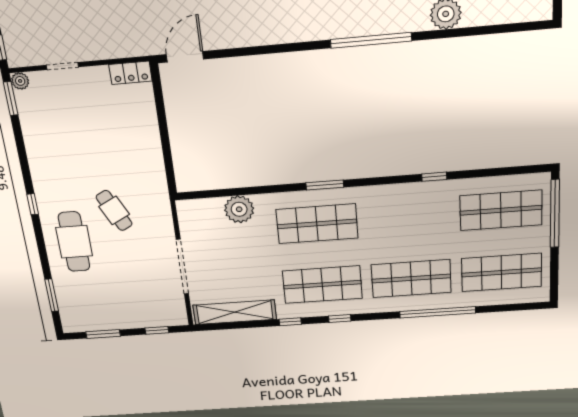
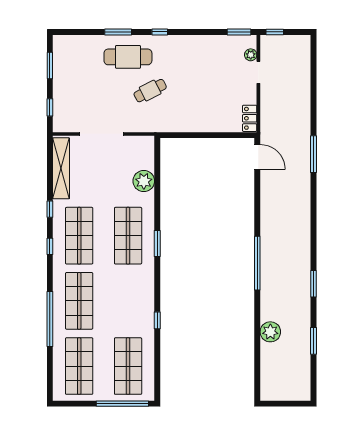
window: (371, 40) -> (257, 263), moved
plant: (20, 81) -> (251, 55), moved
window: (52, 295) -> (118, 32), moved

